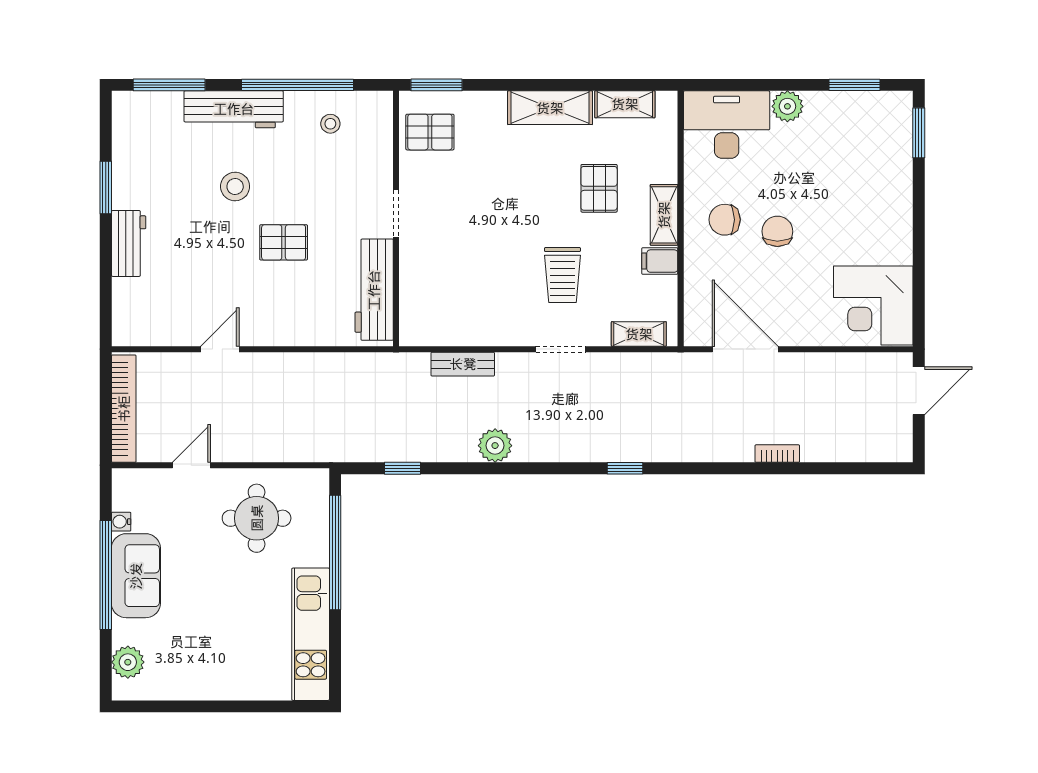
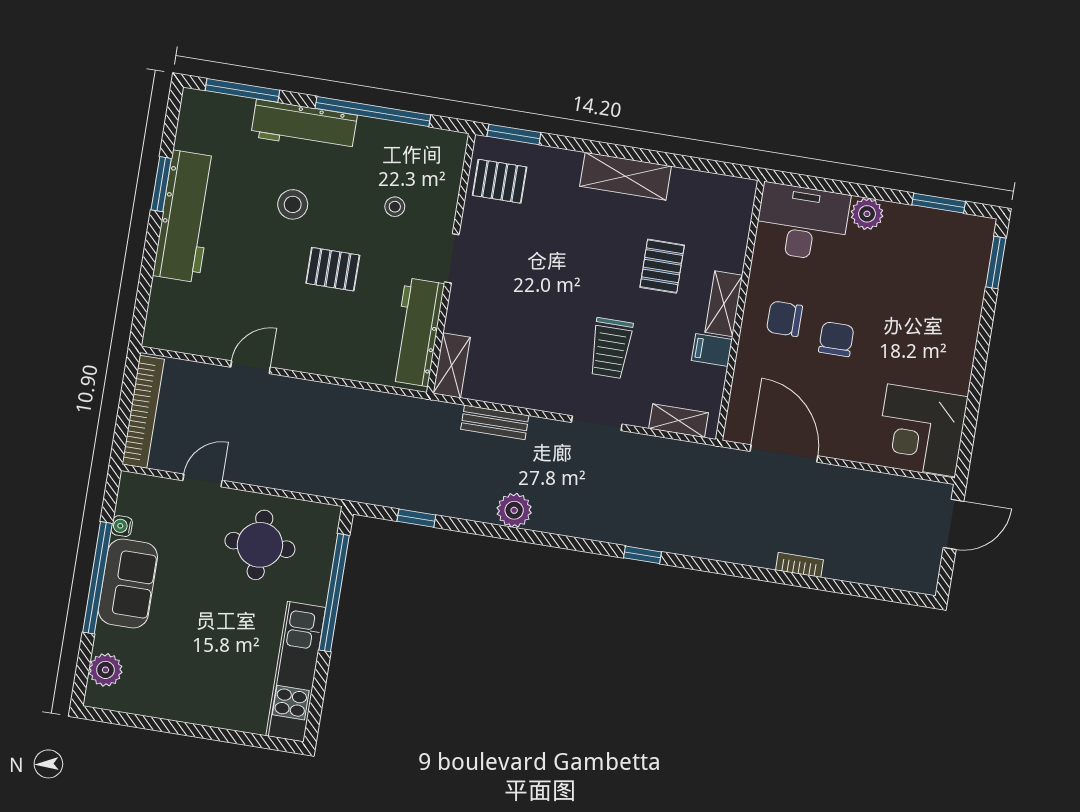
shelving: (625, 104) -> (452, 365), moved, turned 90
stool: (330, 124) -> (395, 207), moved
workbench: (129, 243) -> (186, 216), width x1.88, depth x1.32

